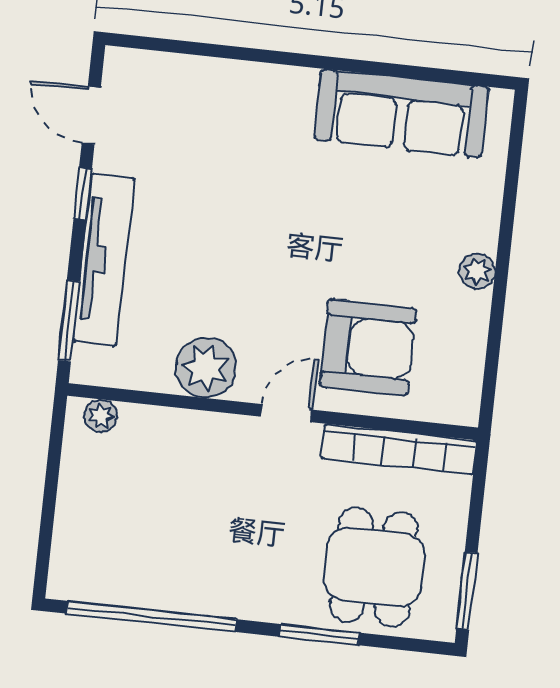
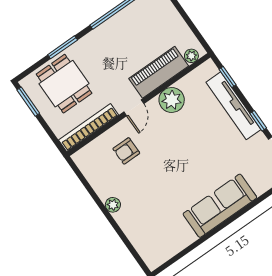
sofa: (401, 113) -> (220, 206), moved
window: (69, 321) -> (228, 77), width x0.67
armchair: (368, 347) -> (126, 151), width x0.53, depth x0.53
piano: (186, 438) -> (159, 72), added

